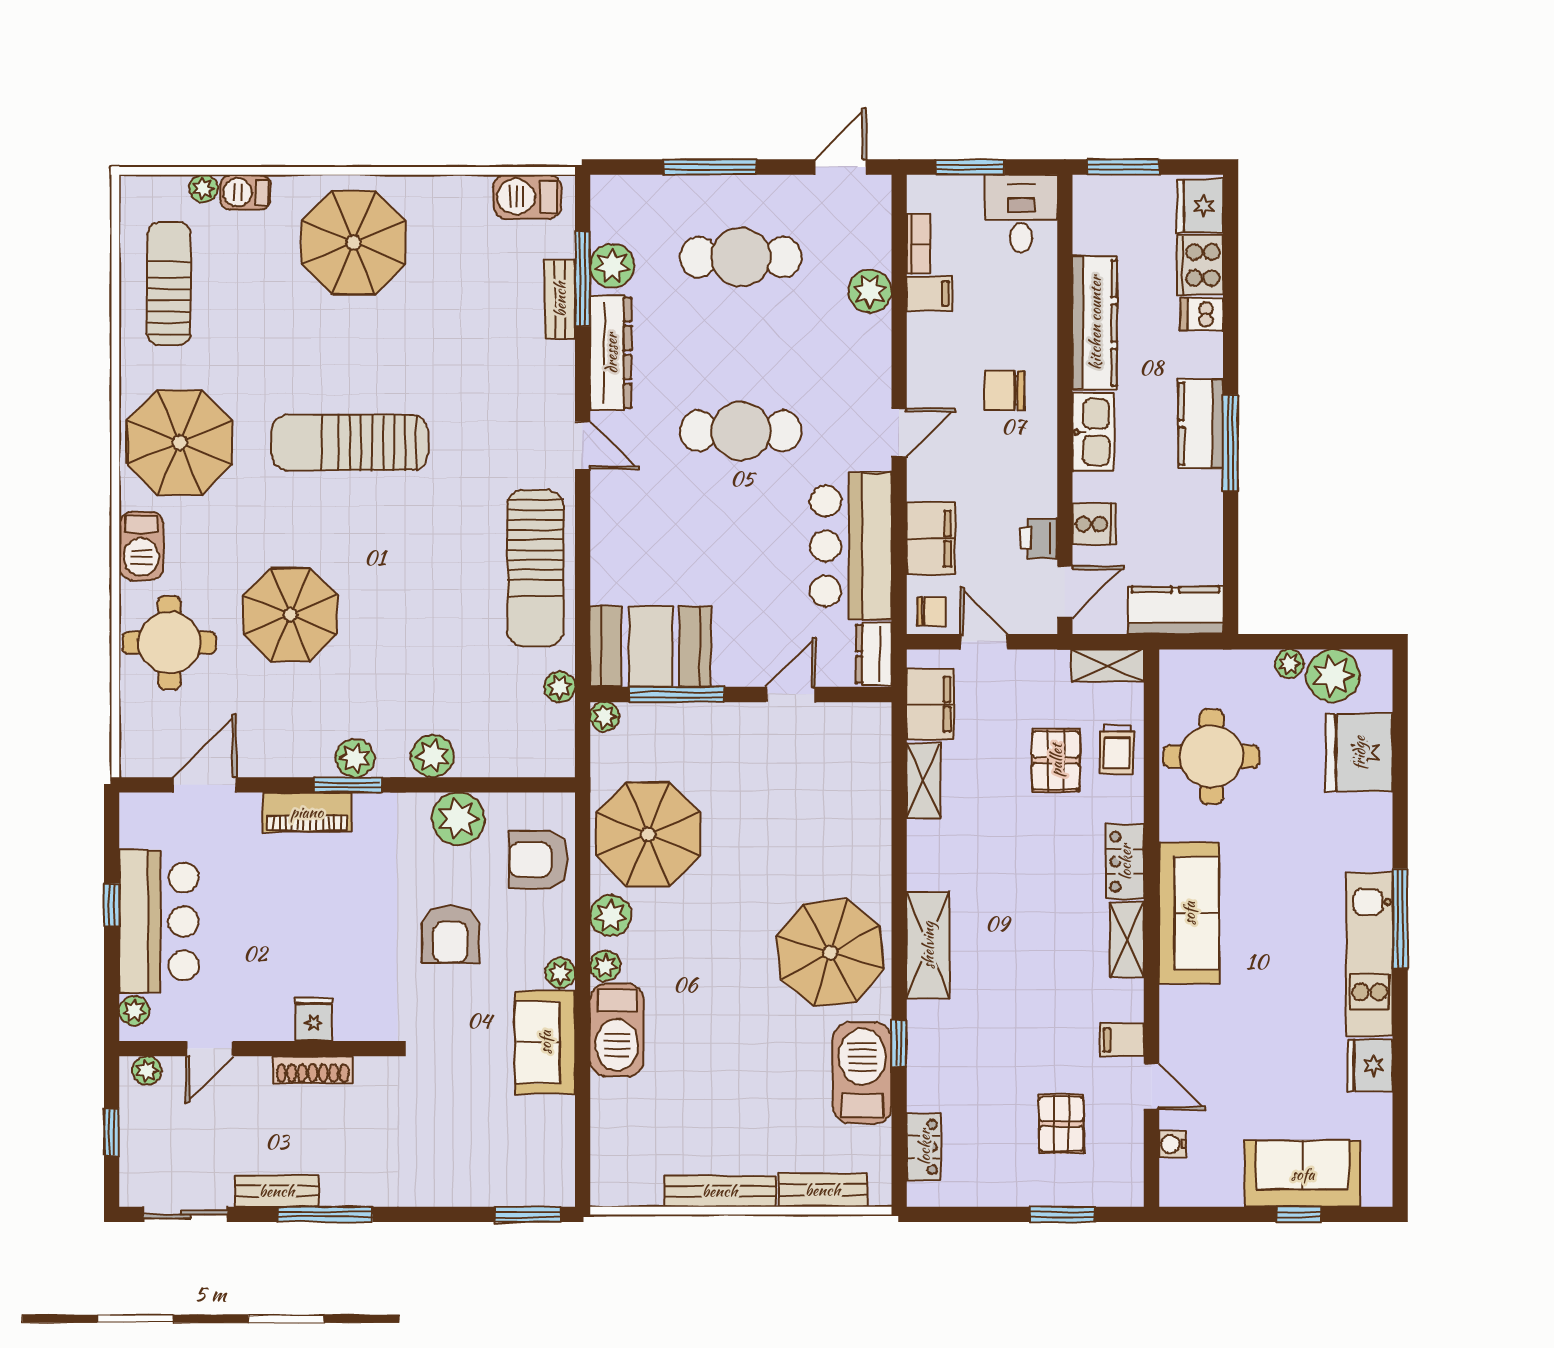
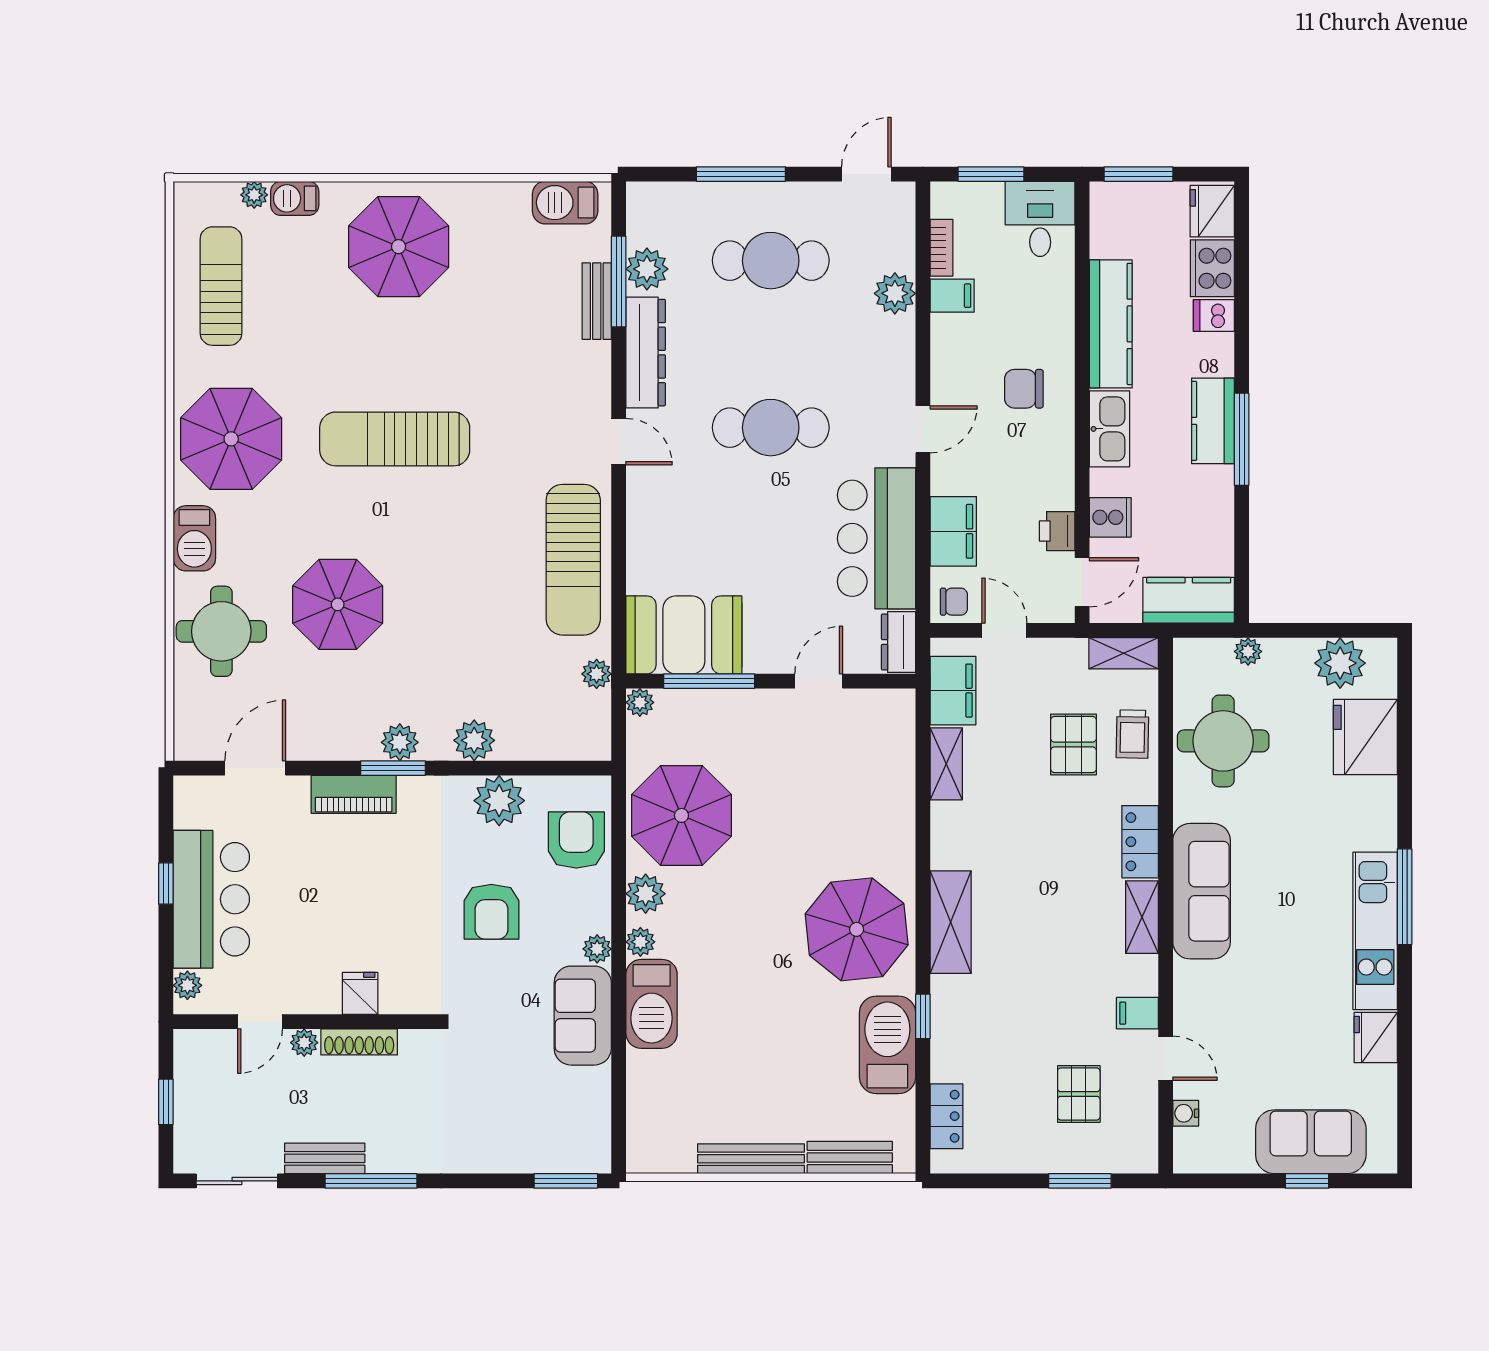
plant: (1289, 664) -> (1248, 651), moved
armchair: (539, 860) -> (576, 840), turned 90
plant: (147, 1070) -> (304, 1043), moved

